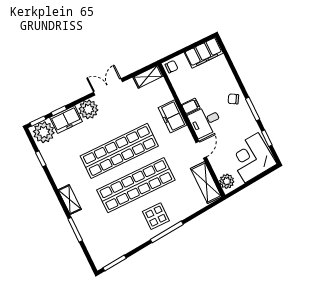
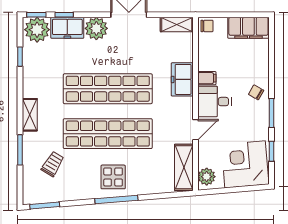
trolley: (105, 228) -> (53, 164), added

